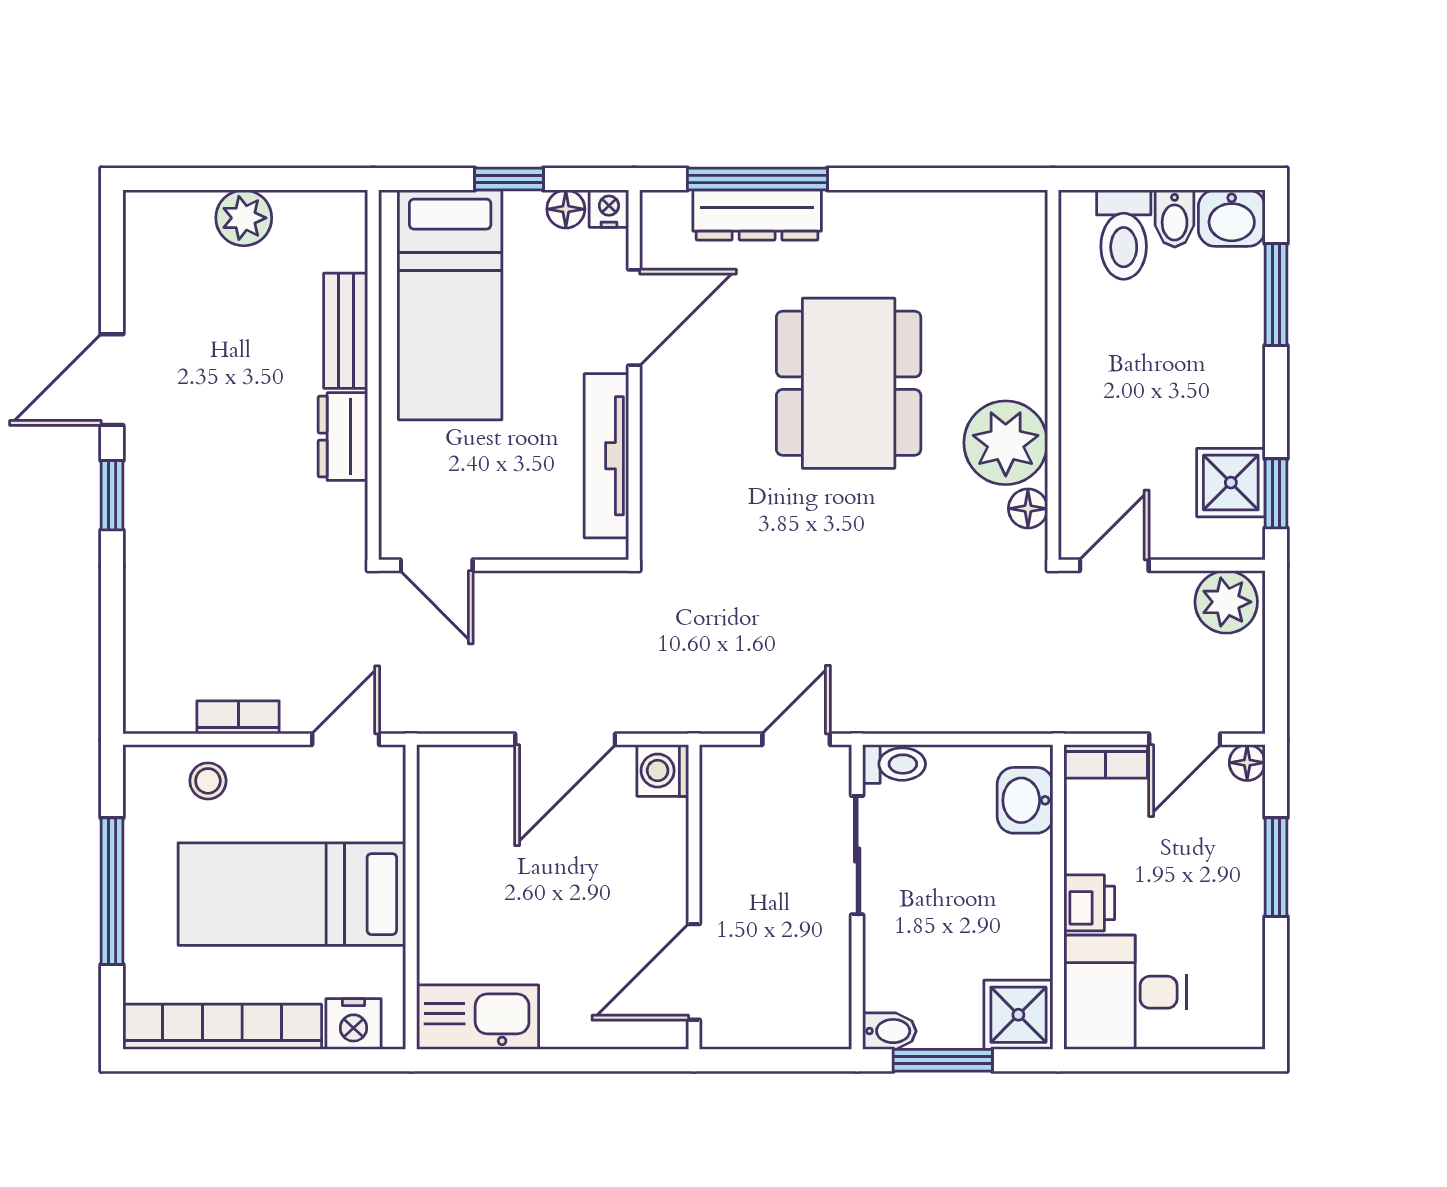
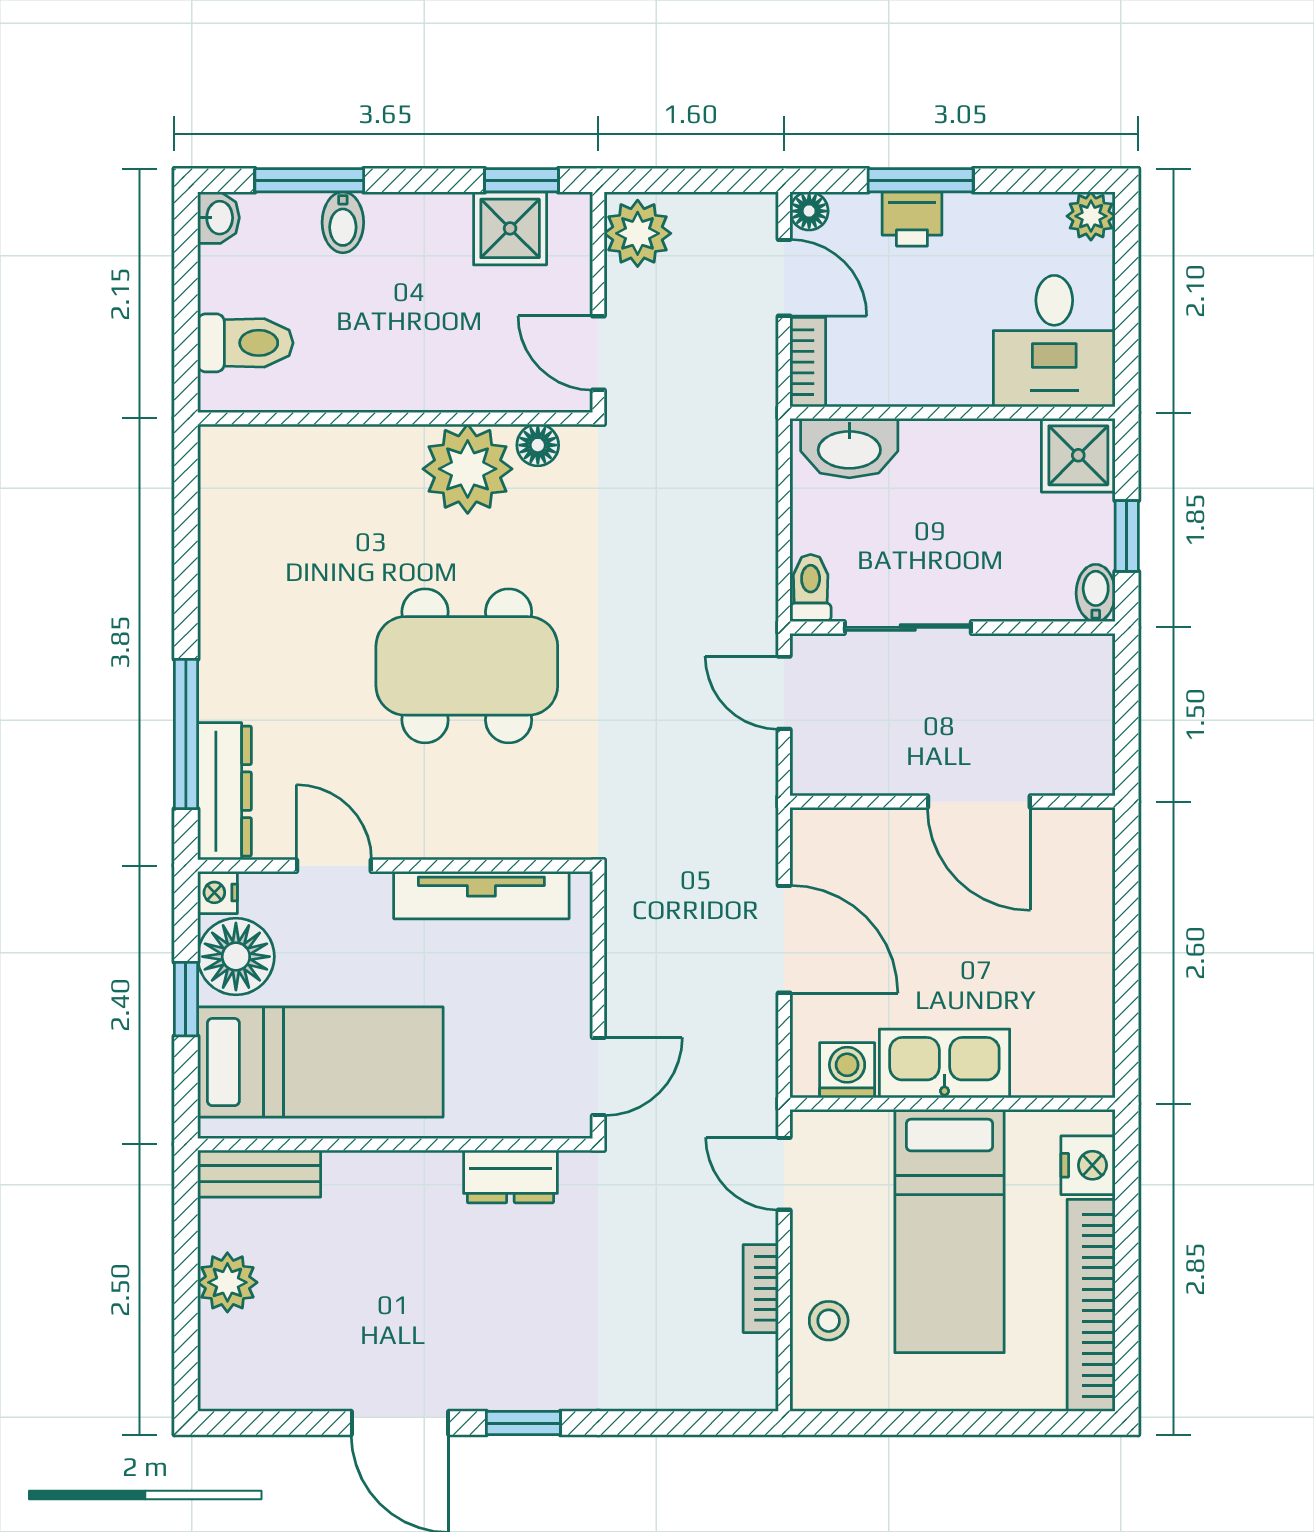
floor lamp: (566, 209) -> (236, 957), width x1.89, depth x1.89
dresser: (757, 215) -> (224, 791), moved
bidet: (1175, 218) -> (343, 222), moved, turned 90
washbasin: (1232, 218) -> (218, 218), width x0.72, depth x0.69
door: (634, 318) -> (334, 866), width x0.73
bench: (346, 331) -> (259, 1174), moved
dining table: (849, 383) -> (467, 666), moved
dresser: (343, 437) -> (510, 1177), moved
washing machine: (663, 771) -> (847, 1070), moved, turned 180
washbasin: (1025, 800) -> (849, 448), width x1.38
window: (112, 891) -> (946, 1423), removed
printer: (1089, 903) -> (912, 219), moved, turned 180
door: (694, 972) -> (979, 802), moved
kitchen sink: (478, 1017) -> (944, 1063), moved, turned 90
plant: (1242, 1027) -> (1091, 216), added
window: (943, 1060) -> (1127, 536), width x0.67

